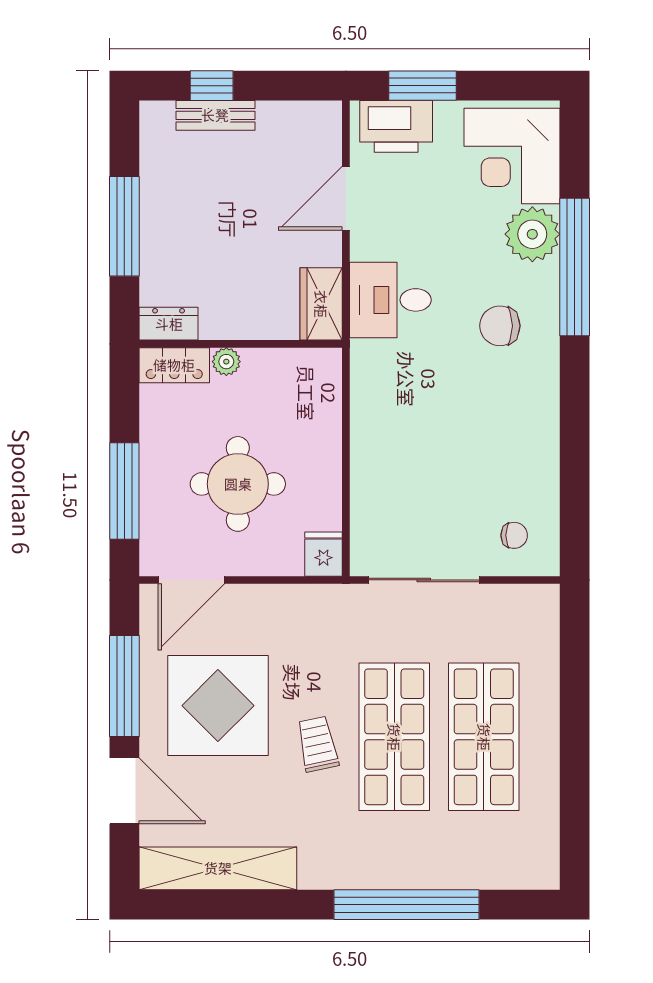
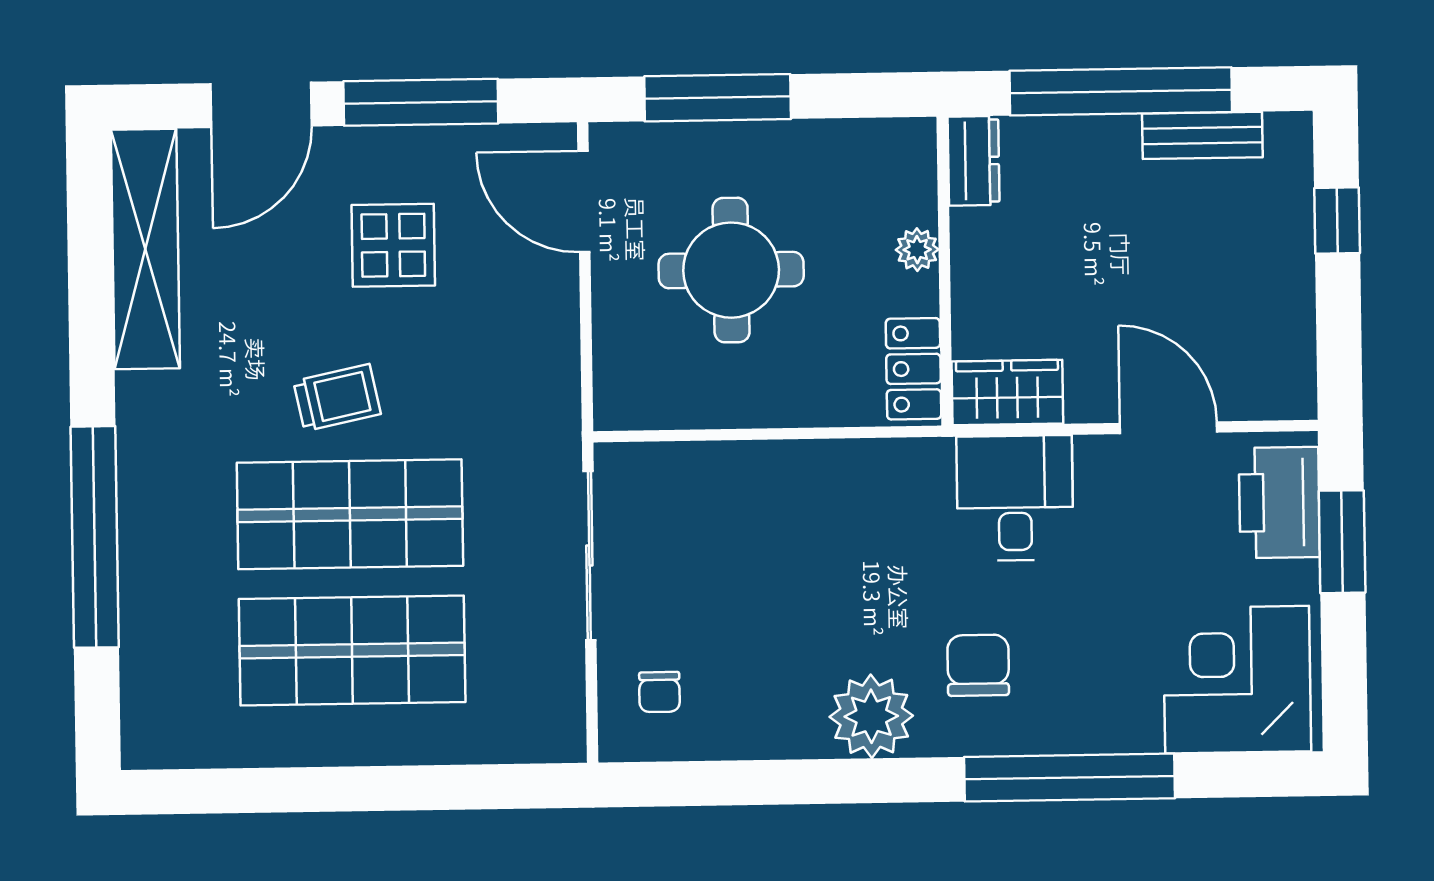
bench: (215, 115) -> (1202, 135), moved, turned 90
window: (124, 226) -> (1121, 91), width x1.46
plant: (532, 234) -> (871, 716), moved
locker: (174, 365) -> (913, 369), moved
fridge: (324, 554) -> (626, 402), removed
display table: (218, 706) -> (393, 245), width x0.54, depth x0.54

